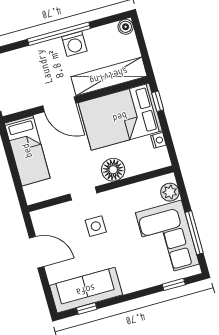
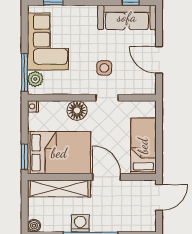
window: (158, 101) -> (25, 157), width x1.50
nightstand: (158, 140) -> (33, 106), moved
window: (194, 233) -> (25, 73), moved

